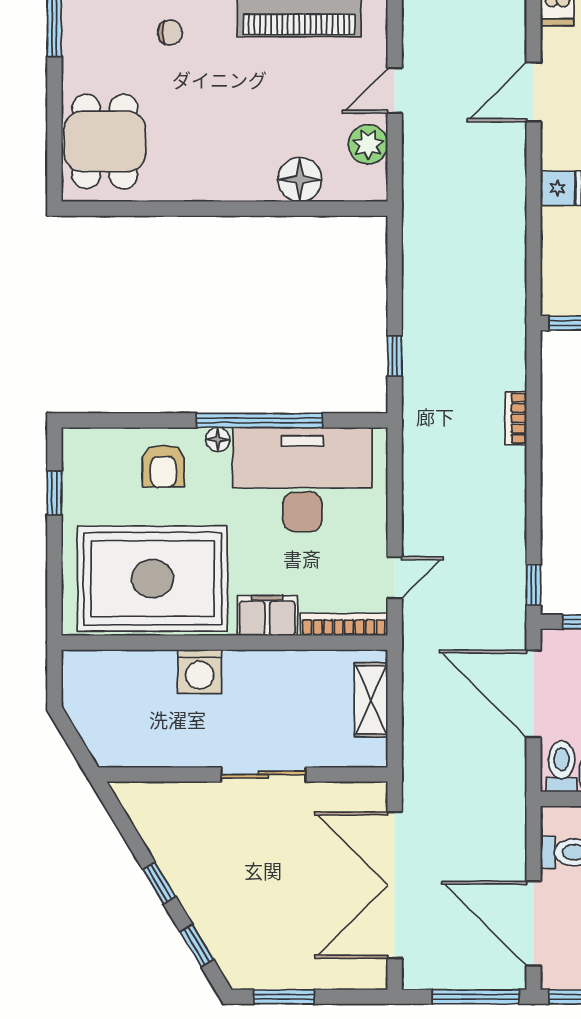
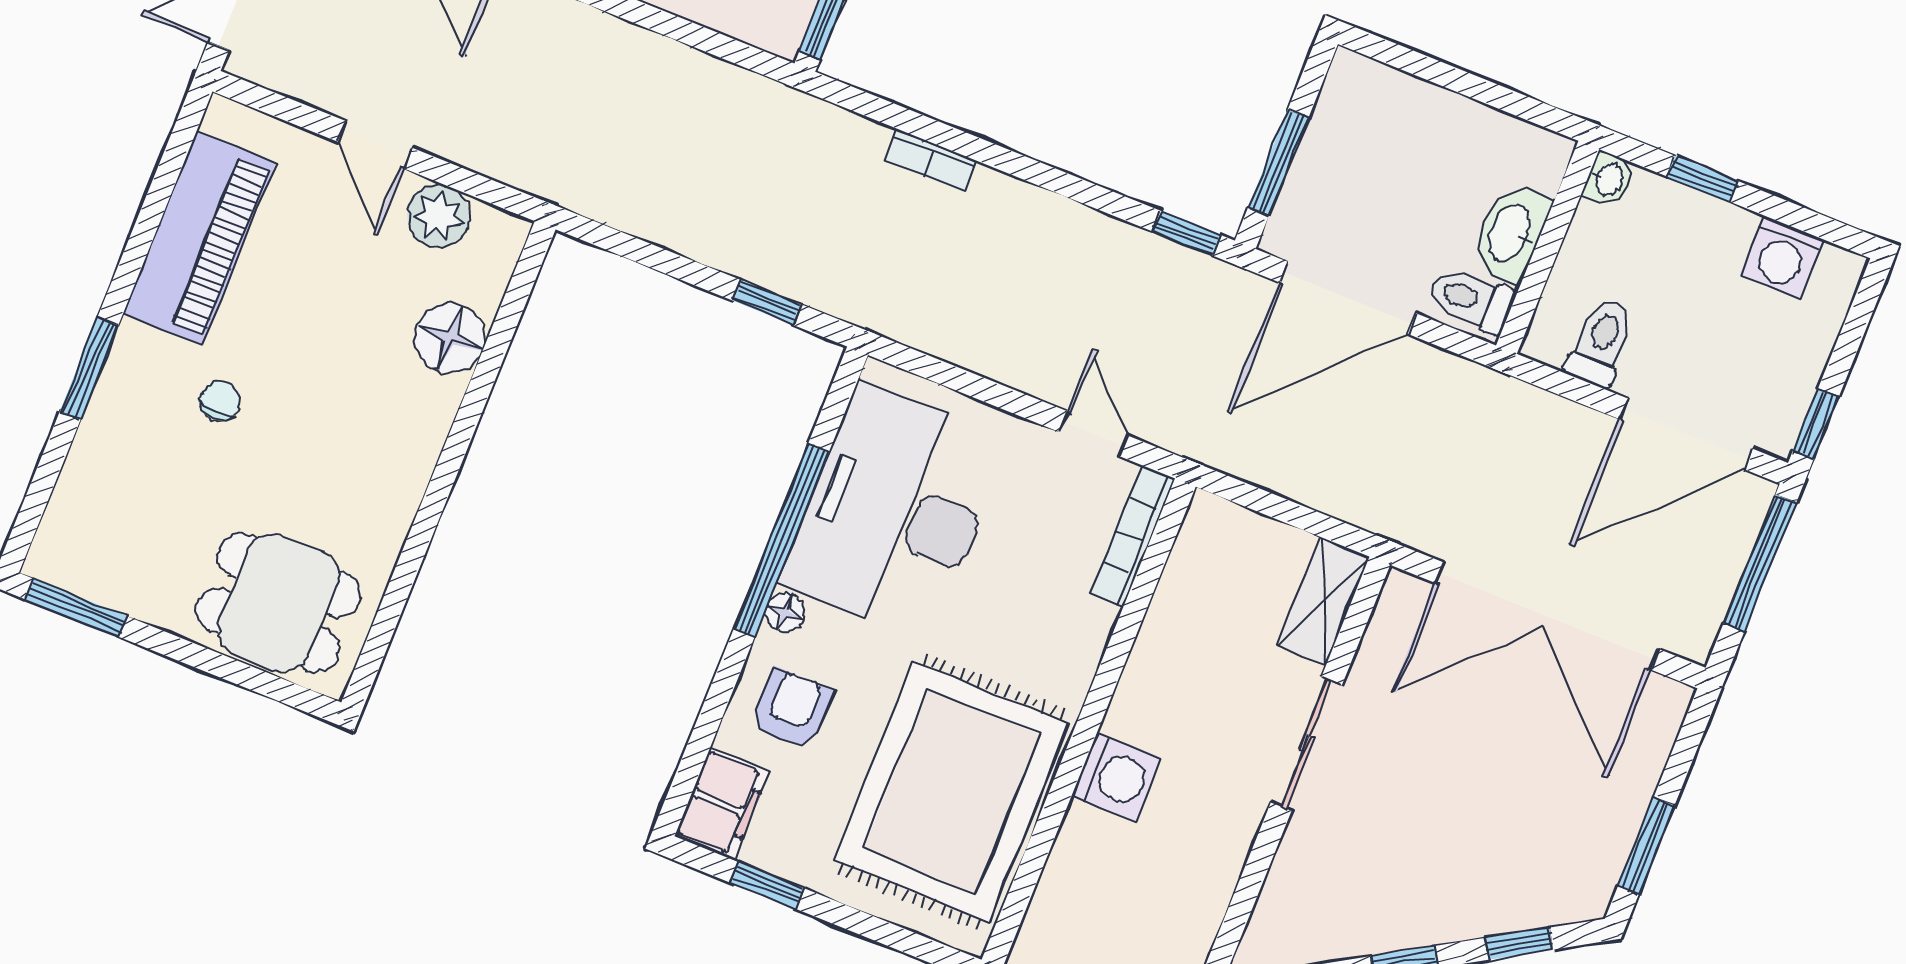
chair: (170, 33) -> (220, 401), moved
armchair: (163, 466) -> (792, 709), turned -90
filing cabinet: (267, 616) -> (722, 804), moved, turned 180
shelving: (371, 700) -> (1323, 601), moved, turned 90

